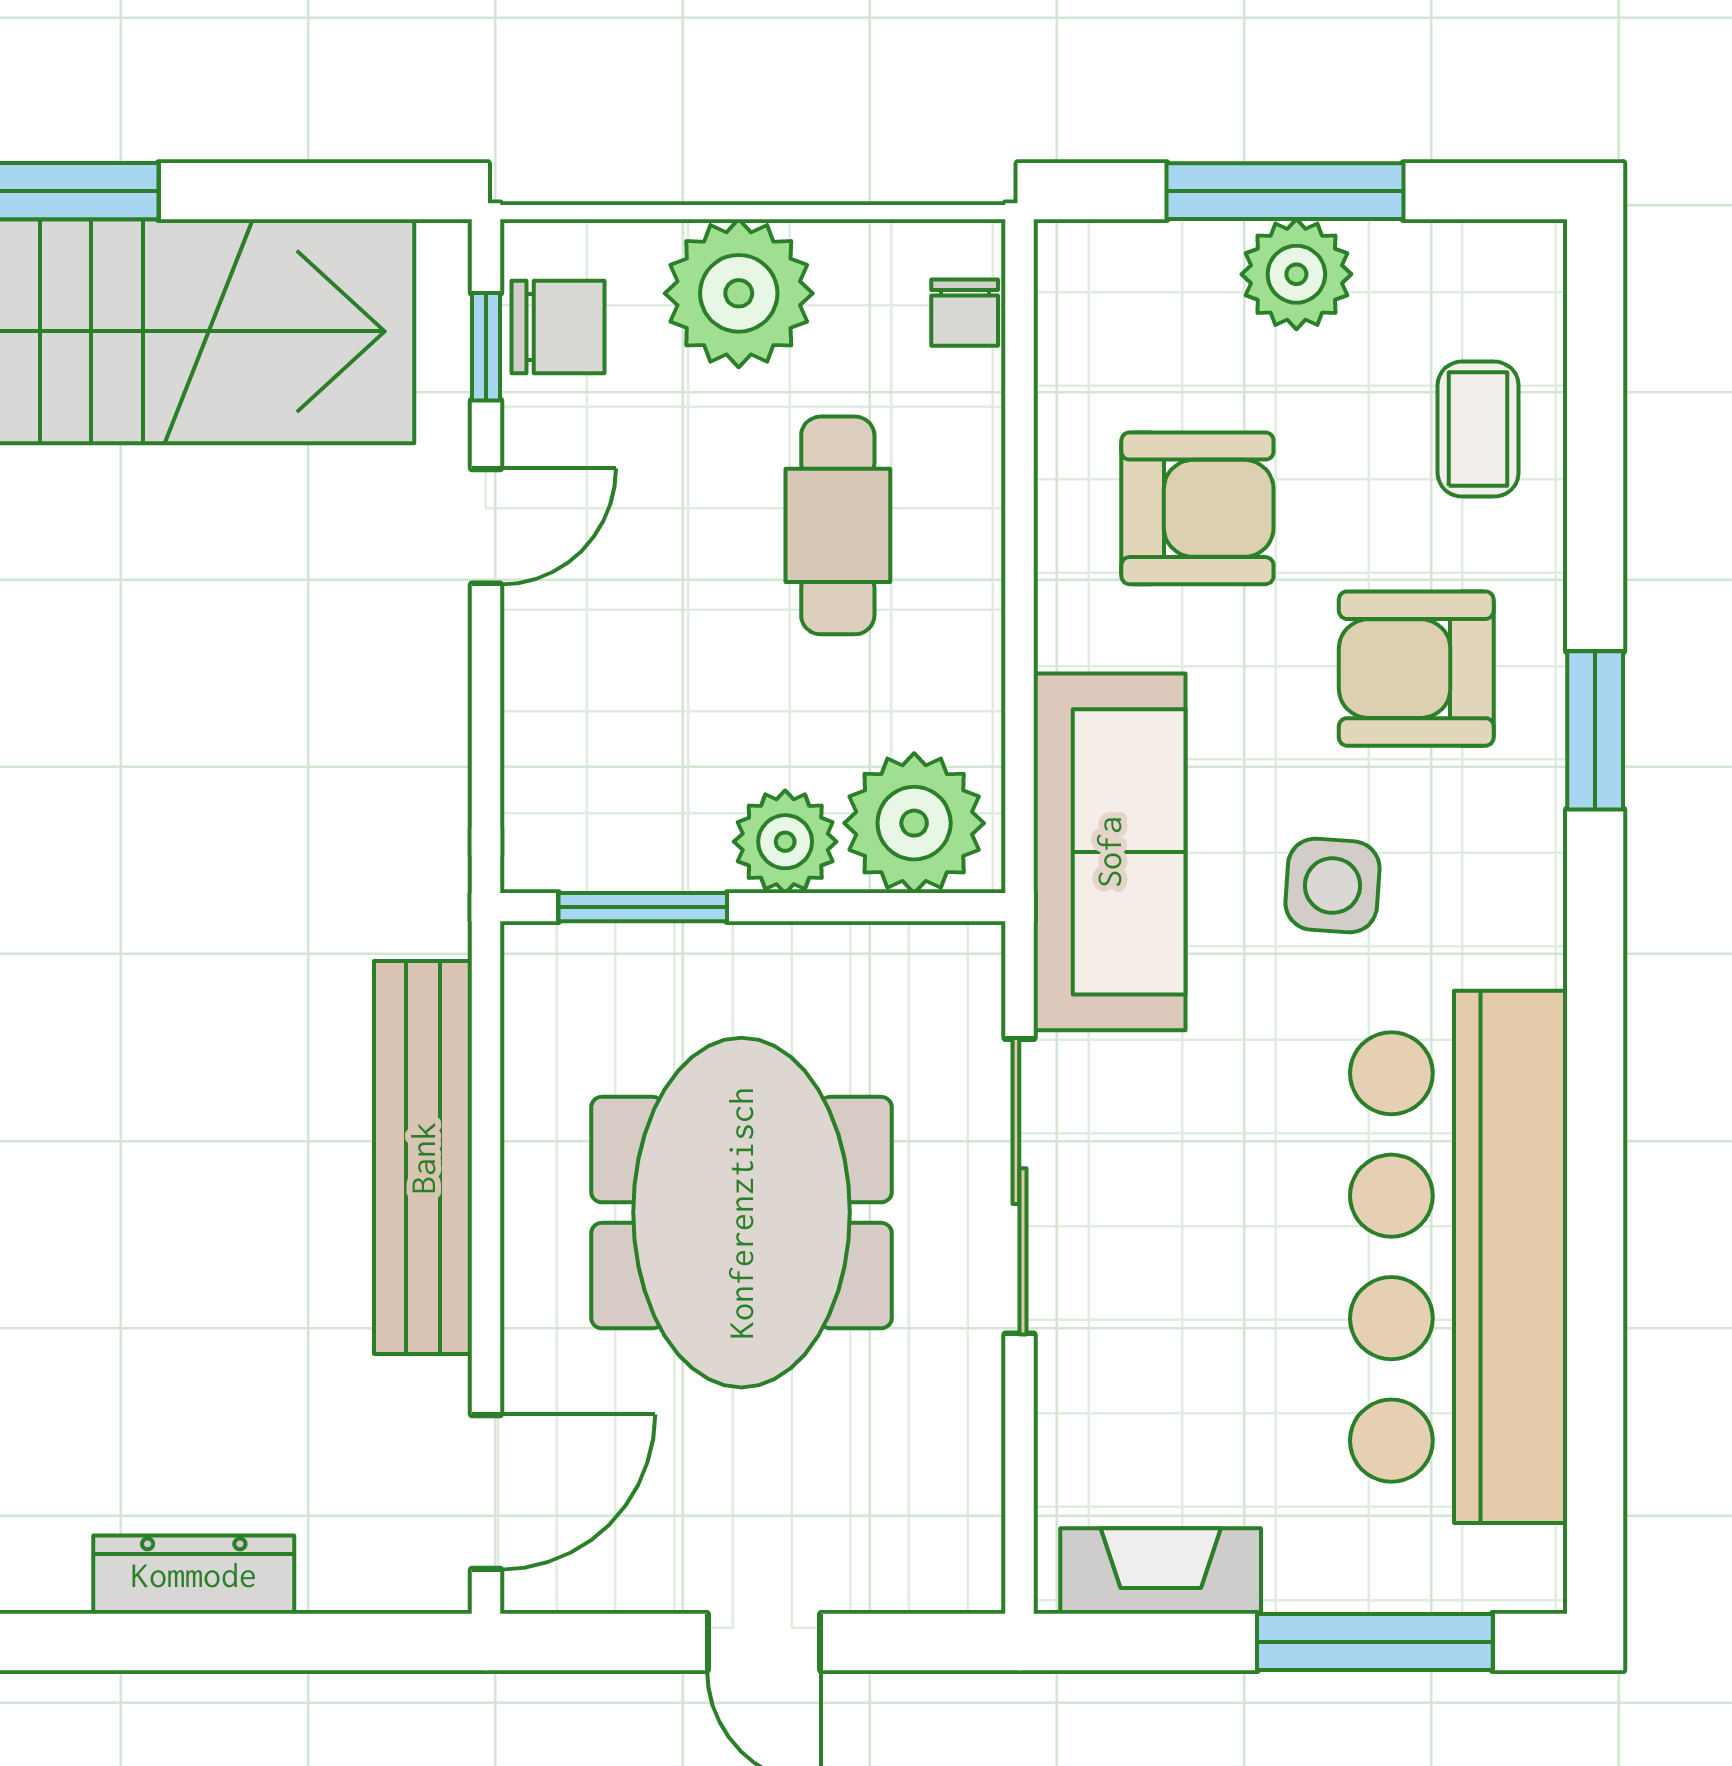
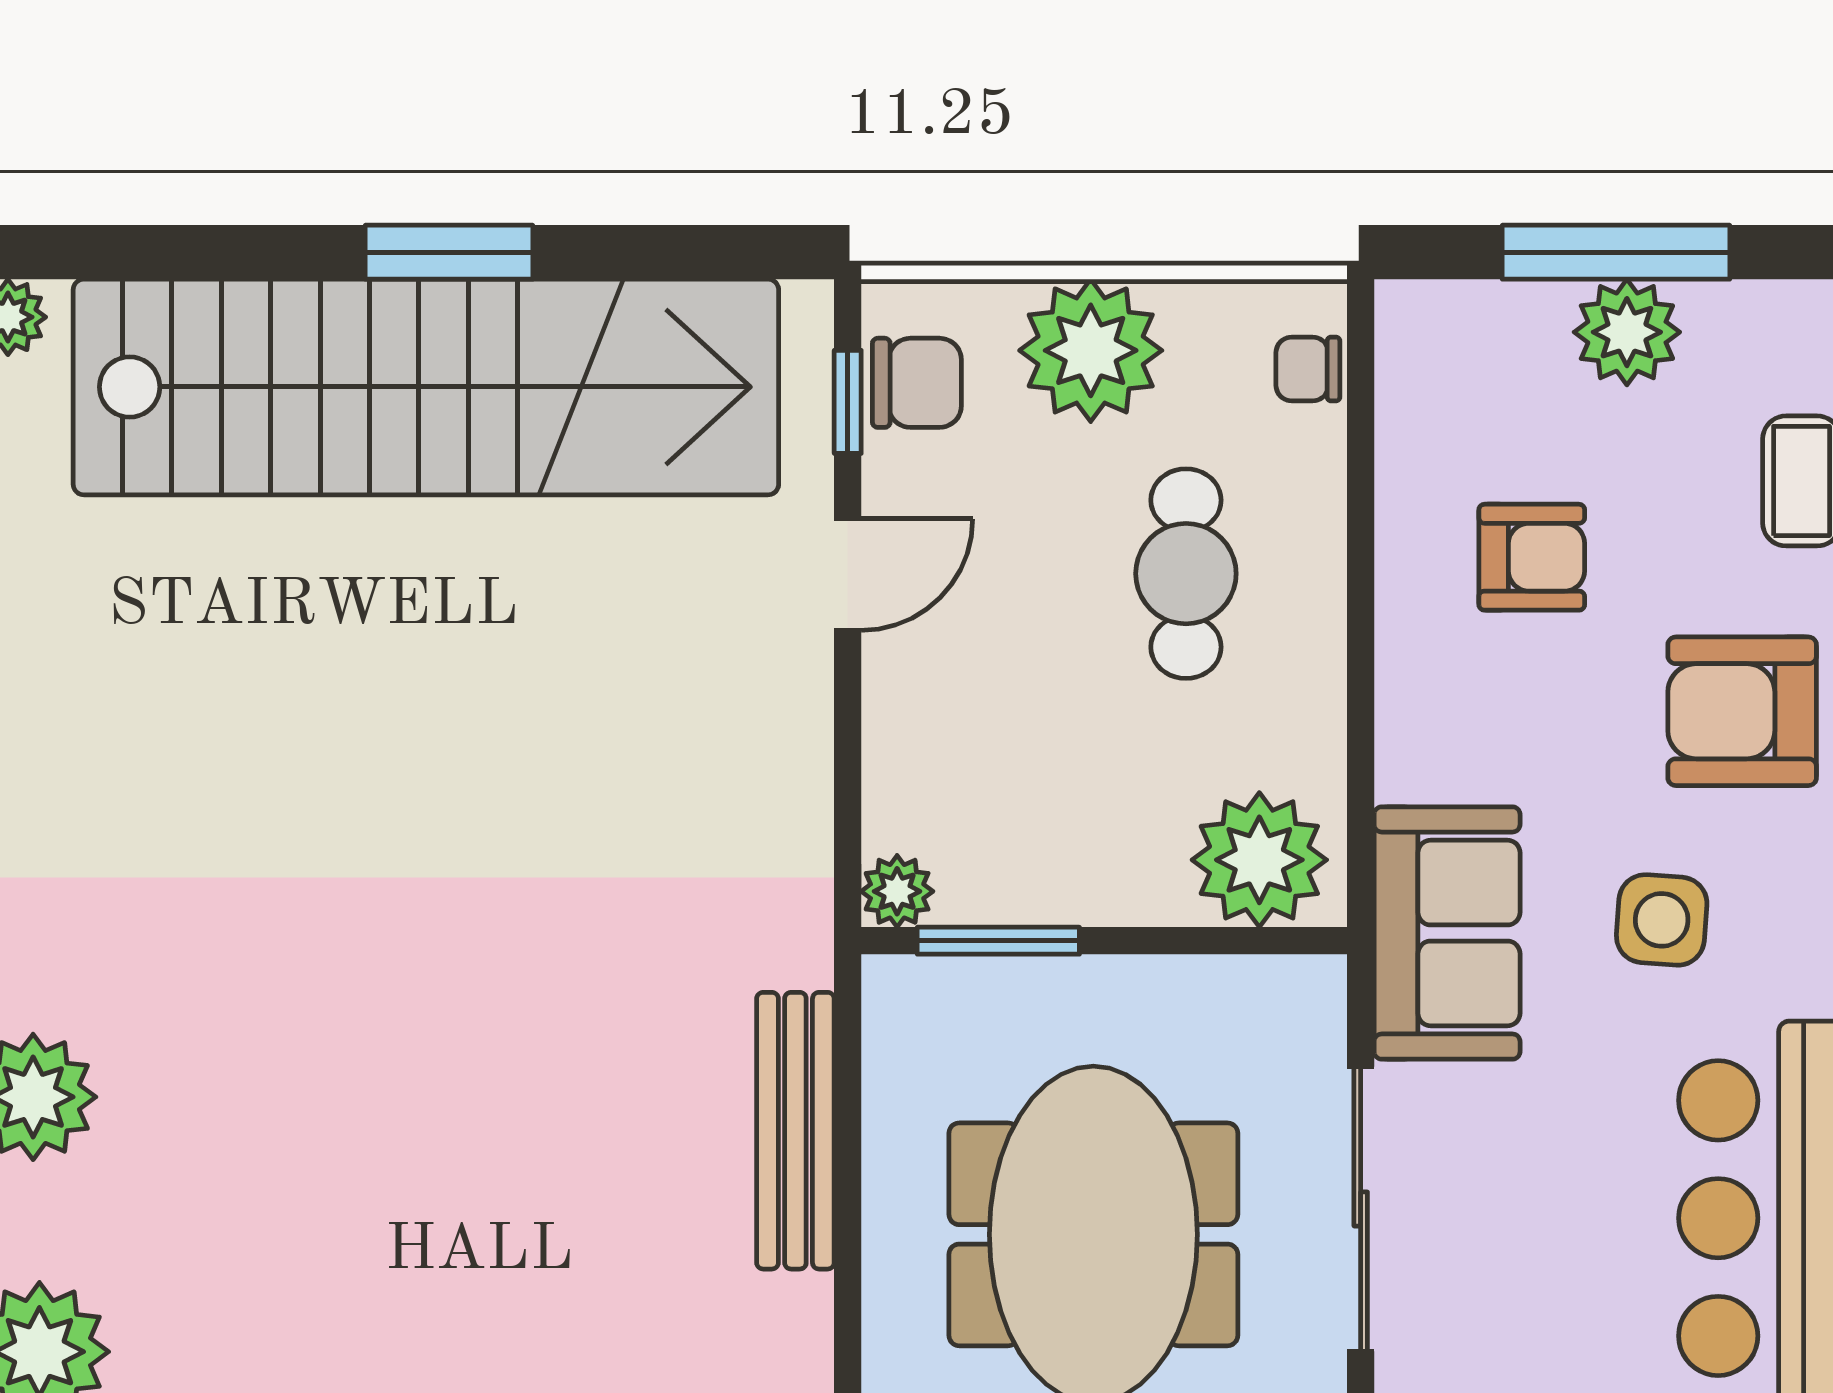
chair: (965, 313) -> (1308, 369), turned 90
armchair: (1197, 508) -> (1532, 557), width x0.72, depth x0.72
plant: (785, 842) -> (897, 891), moved, width x0.73, depth x0.73
sofa: (1109, 852) -> (1447, 933), width x0.73
bench: (423, 1158) -> (795, 1131), width x0.73, depth x0.82

